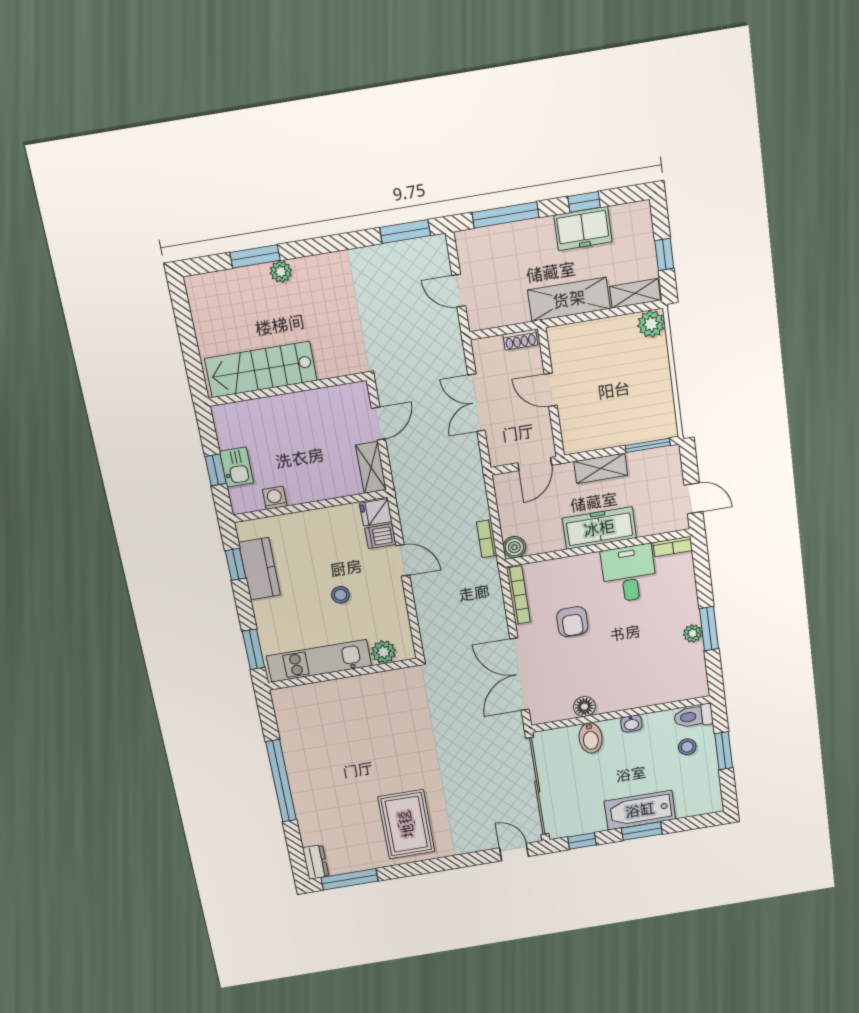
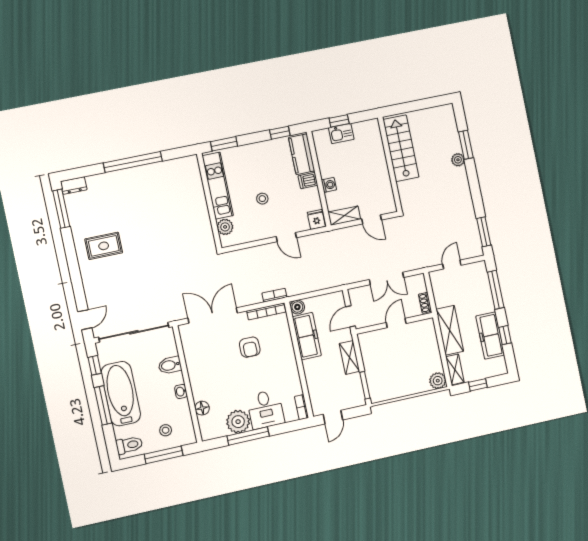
freezer: (583, 229) -> (490, 336), width x1.40
double door: (476, 403) -> (386, 278), swing flipped
door: (535, 464) -> (350, 316), hinge flipped
washing machine: (275, 498) -> (329, 185), moved
freezer: (599, 528) -> (307, 336), moved
dishwasher: (380, 536) -> (308, 181), moved, turned -90
bookcase: (487, 539) -> (274, 295), moved
door: (403, 560) -> (286, 237), hinge flipped
kitchen counter: (259, 569) -> (302, 154), moved, turned 90
desk: (629, 573) -> (266, 409), moved, turned 90
armchair: (572, 622) -> (250, 347), turned -90
window: (709, 629) -> (248, 436), width x1.44
plant: (693, 633) -> (238, 422), width x1.87, depth x1.87
floor lamp: (584, 707) -> (202, 408), moved
toilet: (693, 716) -> (129, 445), moved, turned 90
window: (724, 751) -> (164, 455), width x1.44
bathtub: (640, 810) -> (121, 394), width x1.36, depth x1.36
rug: (406, 824) -> (104, 246), width x0.73, depth x0.70
window: (642, 831) -> (103, 405), width x1.44

